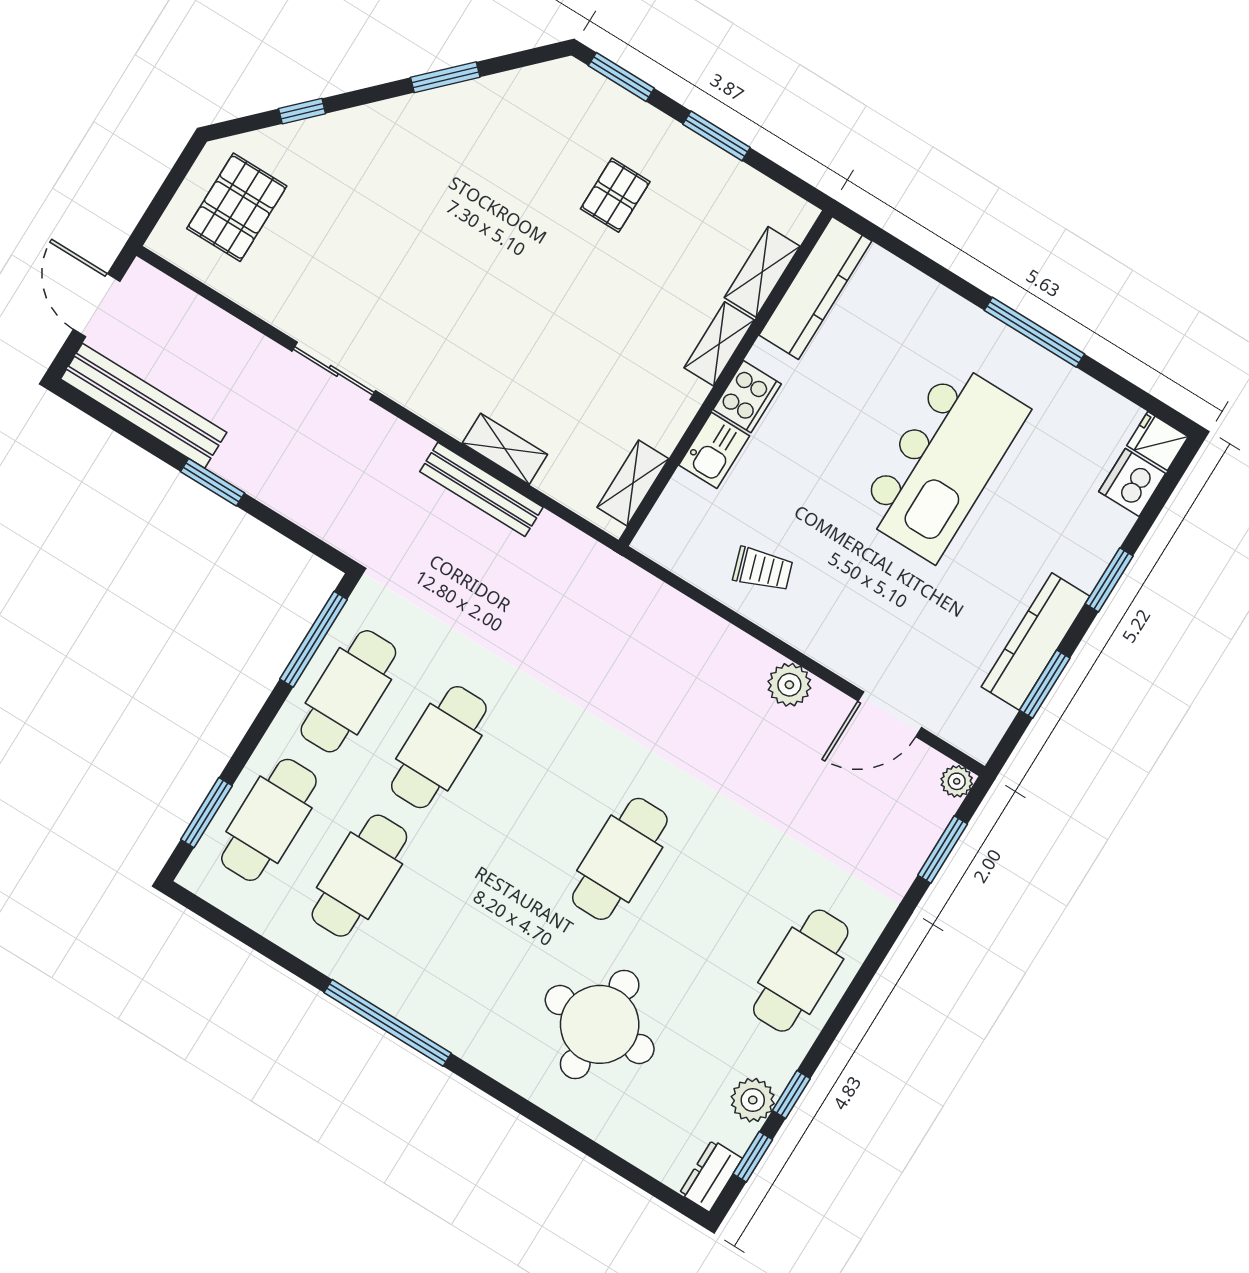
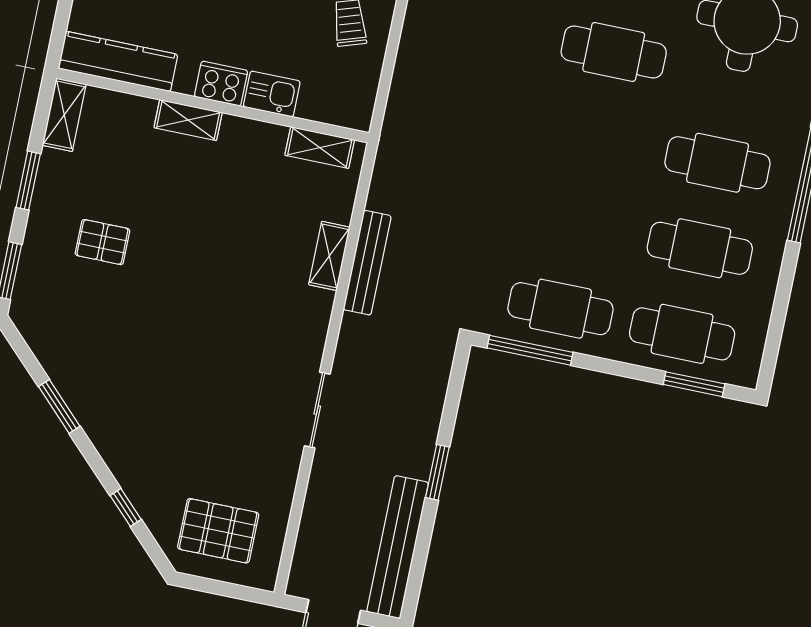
shelving: (762, 272) -> (64, 115), moved, turned 90
cafe table: (439, 747) -> (717, 163), moved

